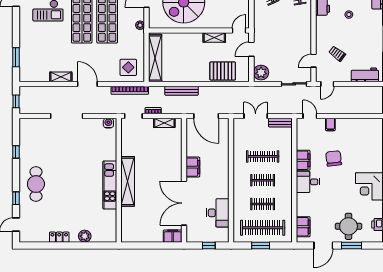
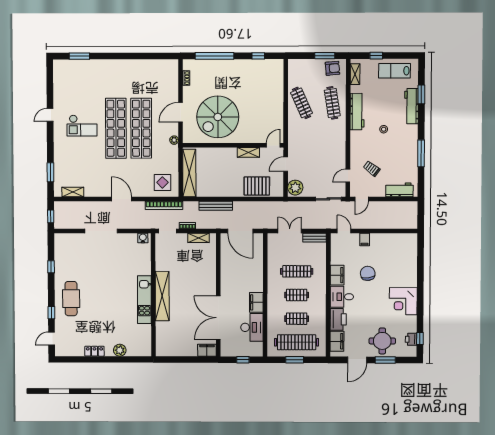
shelving: (61, 77) -> (73, 192), moved
filing cabinet: (193, 167) -> (256, 302), moved, turned 180
printer: (304, 205) -> (338, 319), added

